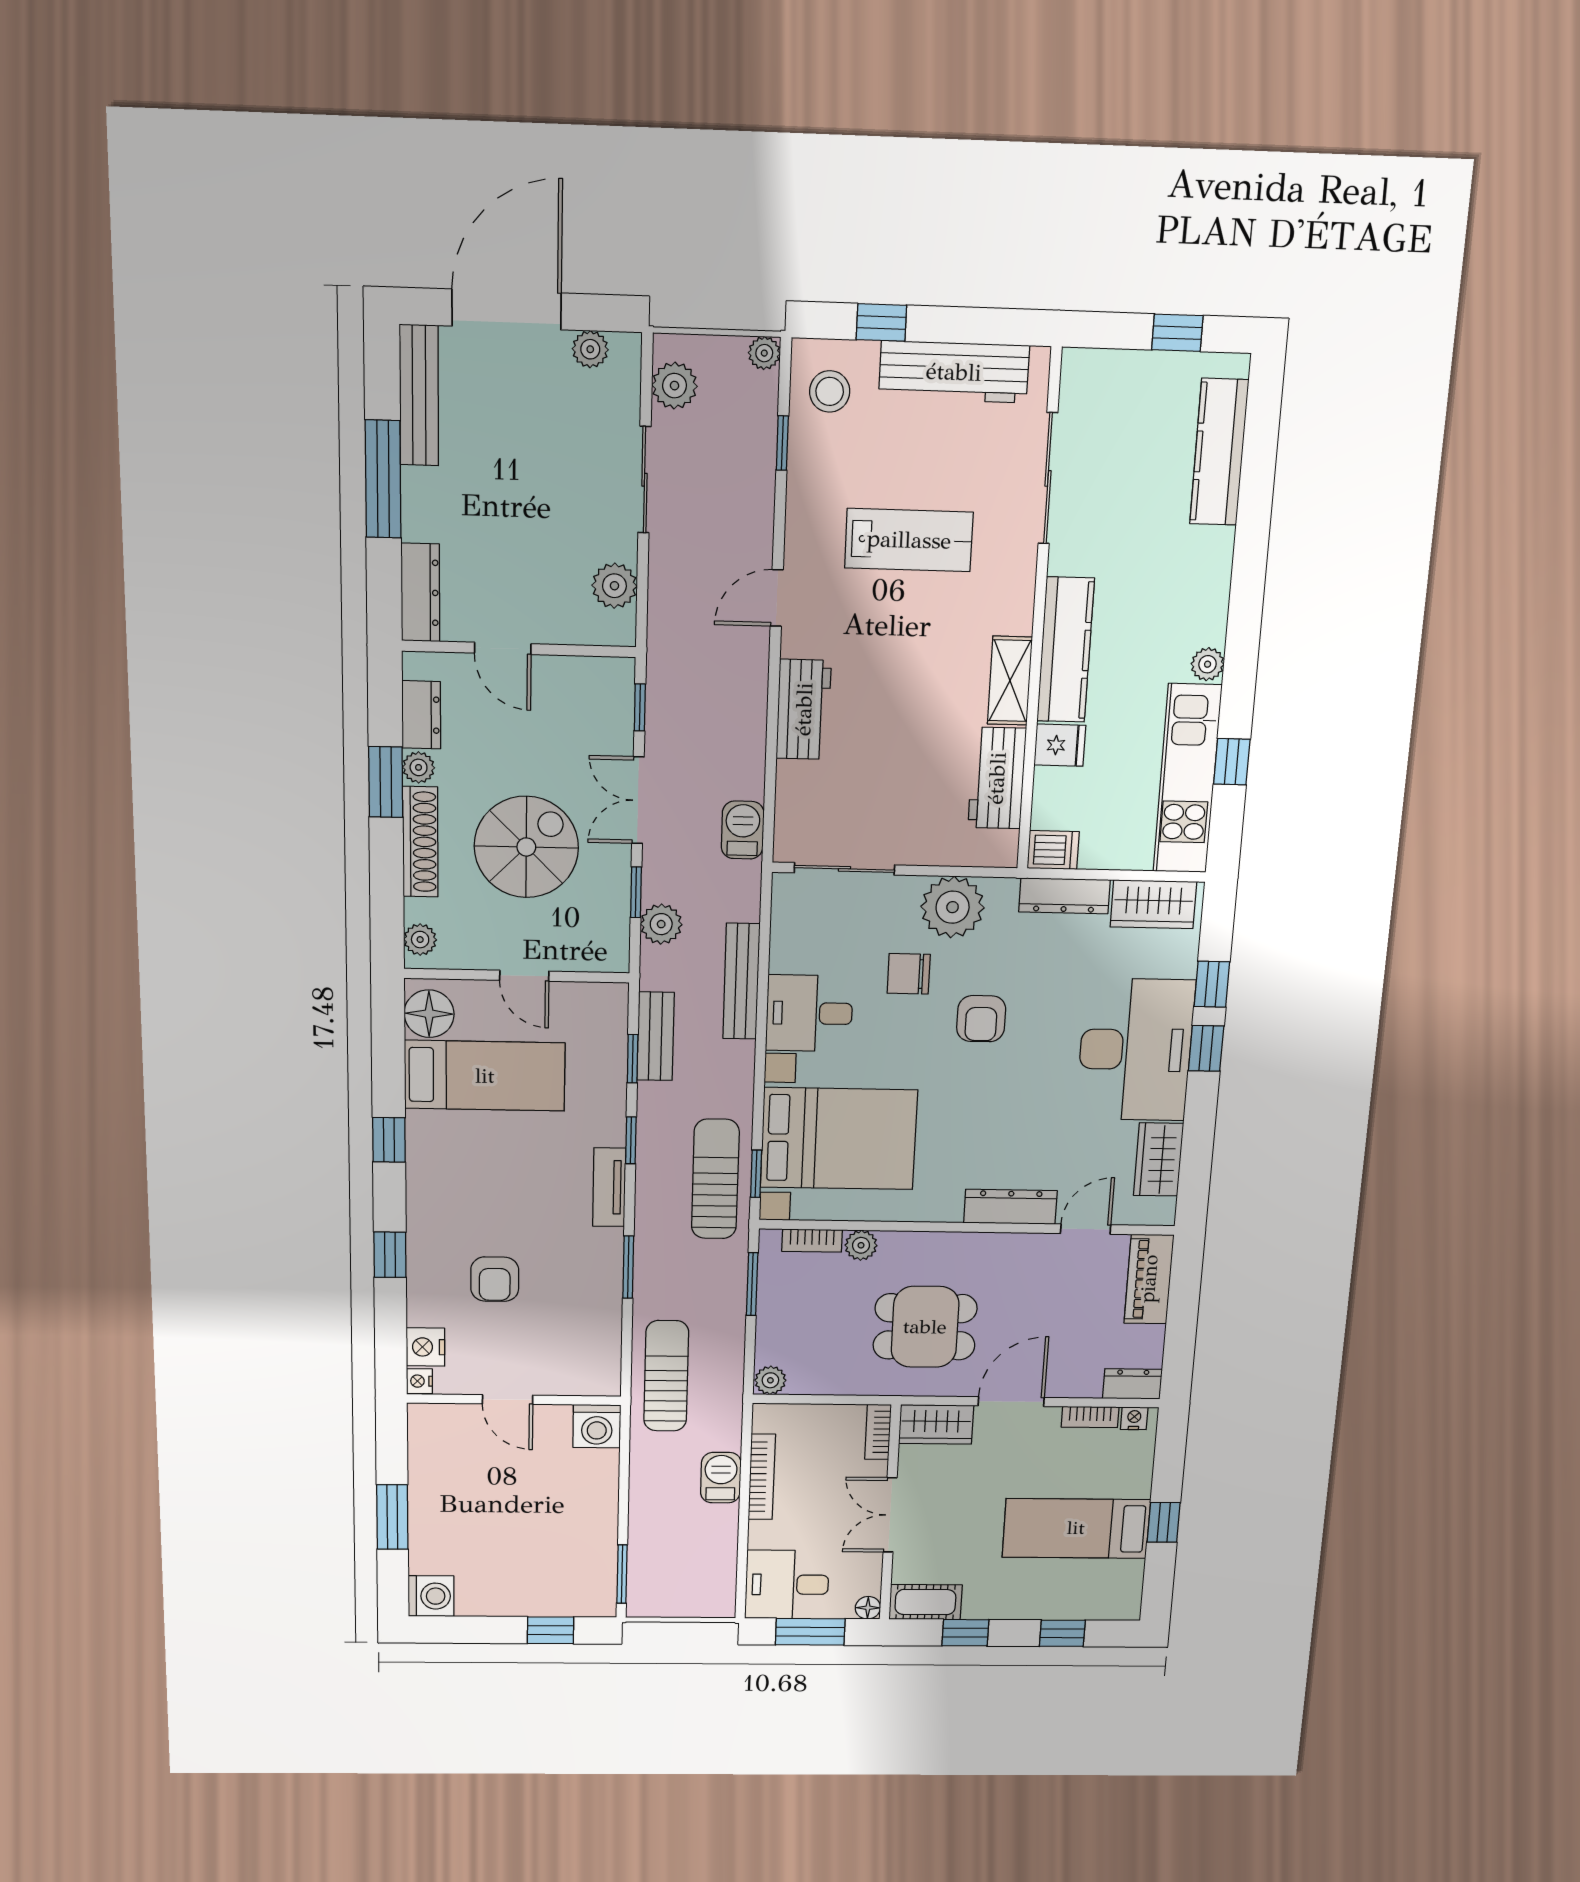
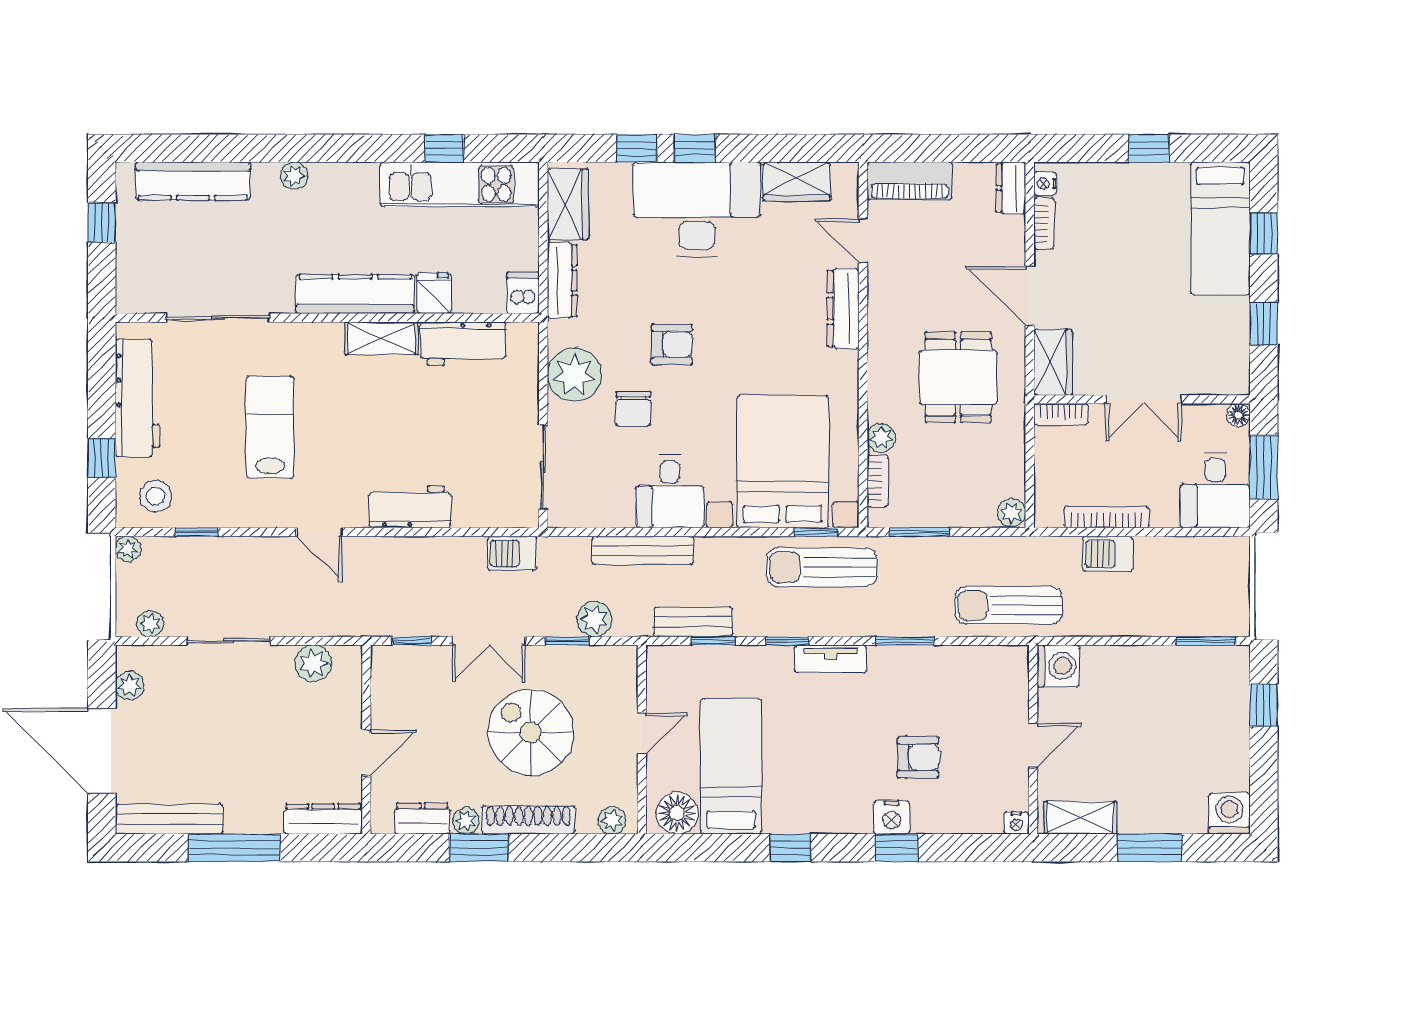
plant: (675, 386) -> (150, 624), width x0.73, depth x0.73
plant: (1208, 664) -> (294, 176), moved
nightstand: (426, 1347) -> (892, 817), moved
shelving: (425, 1447) -> (1080, 818), added
bed: (1076, 1528) -> (1220, 228), moved
cot: (925, 1602) -> (1232, 362), removed

